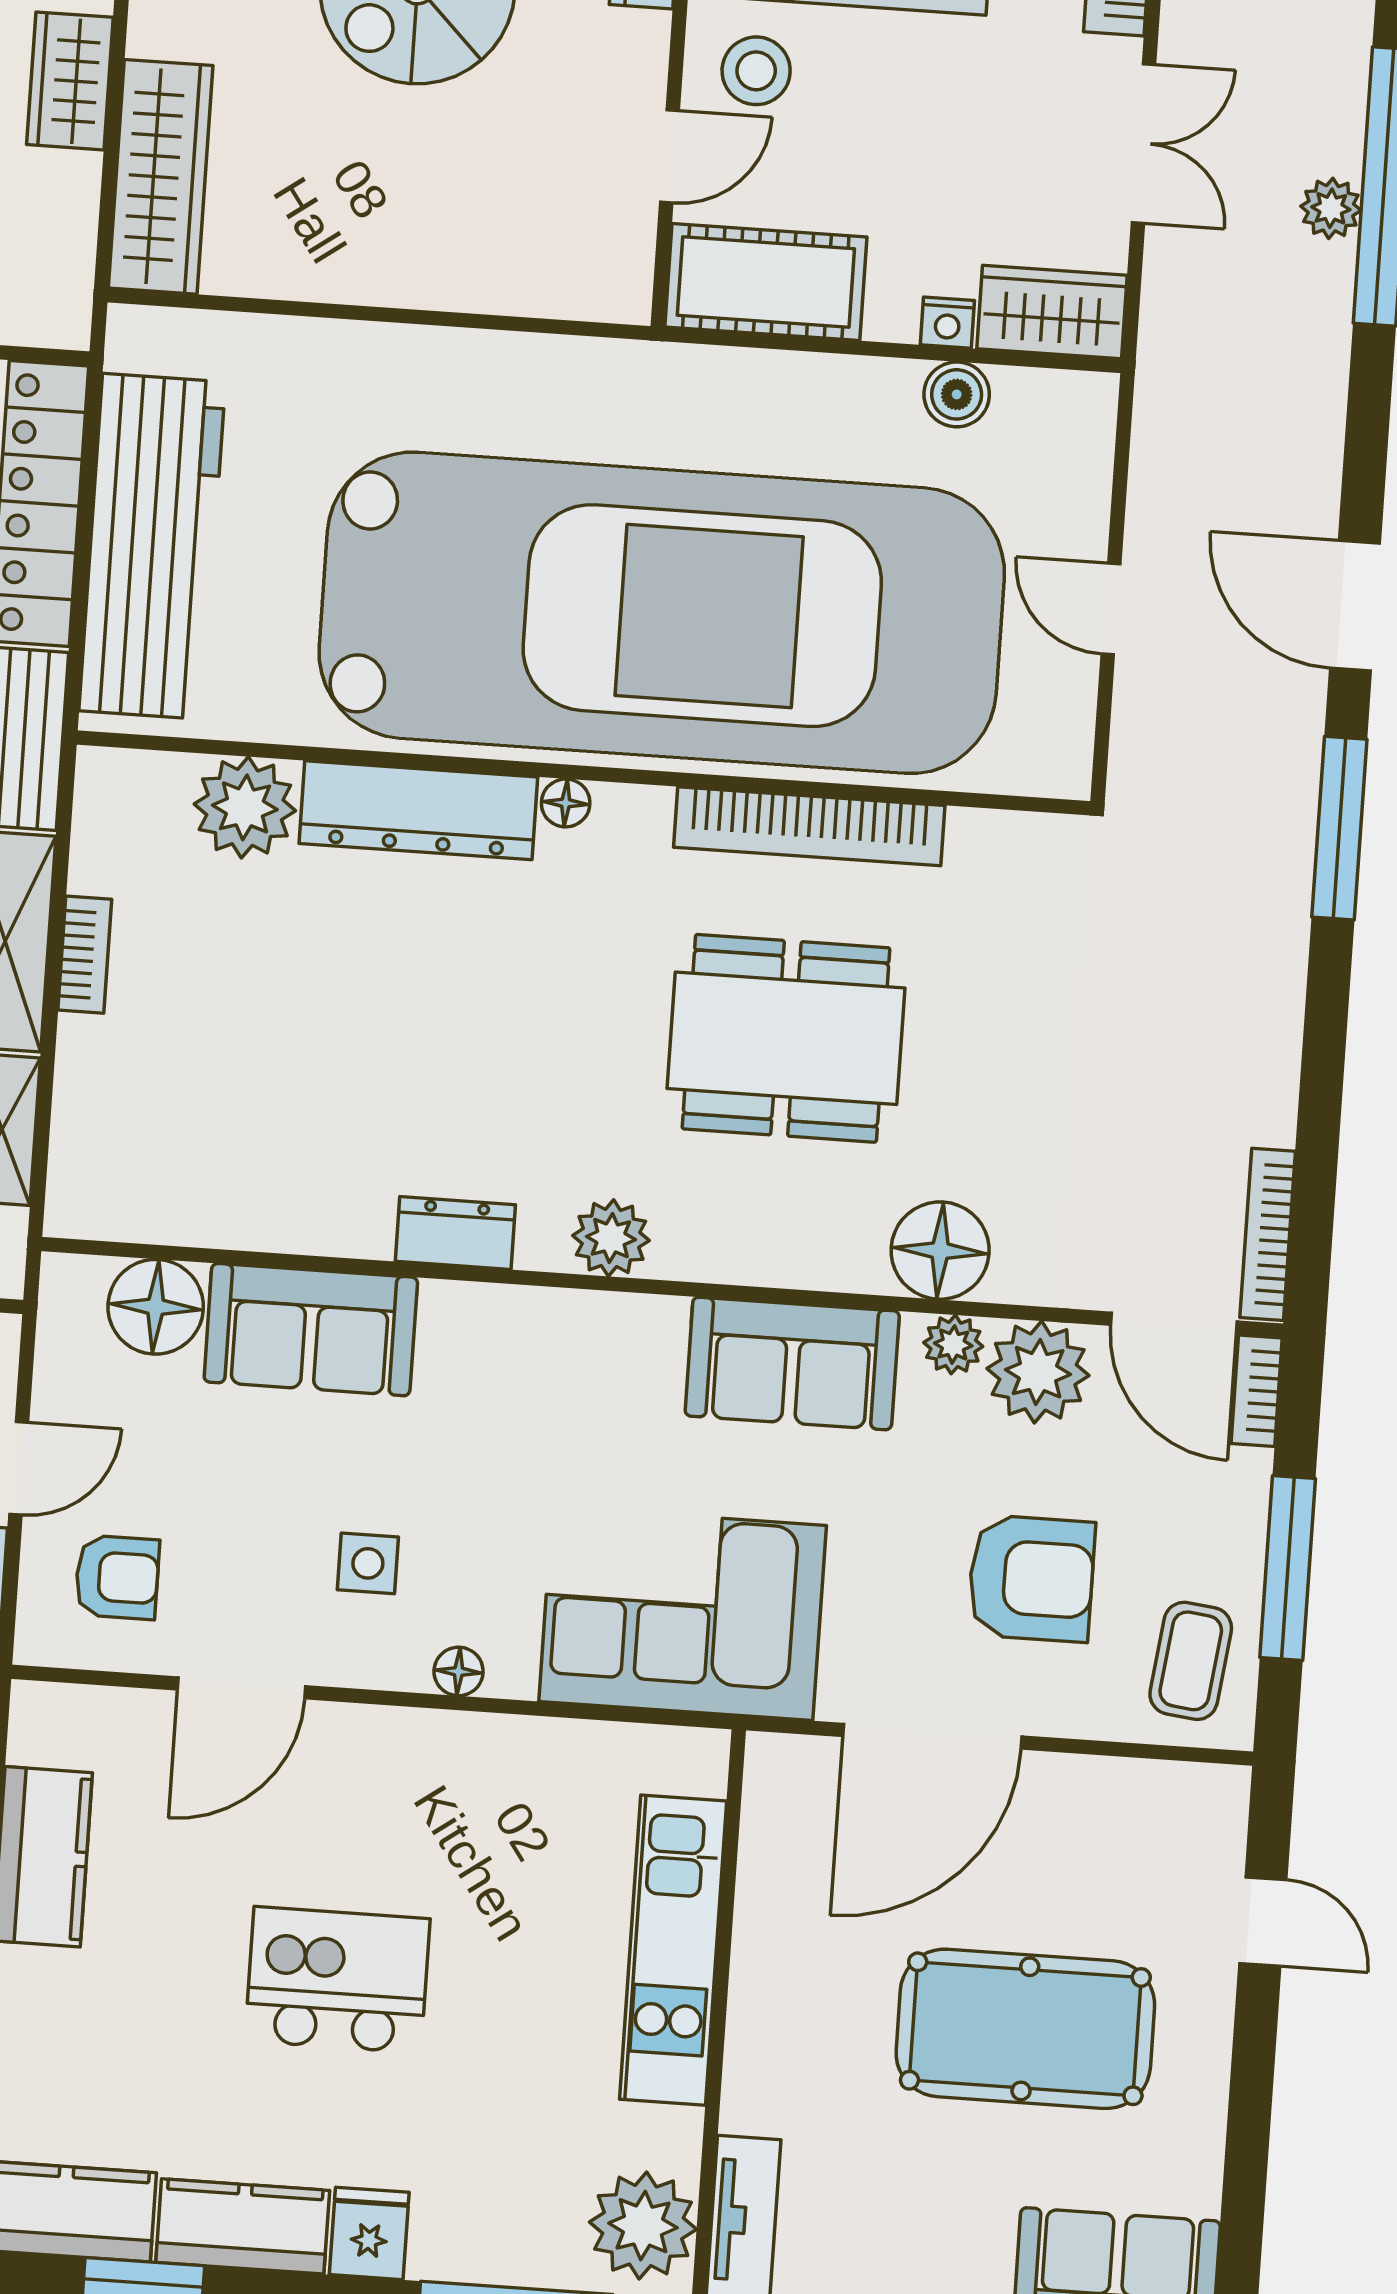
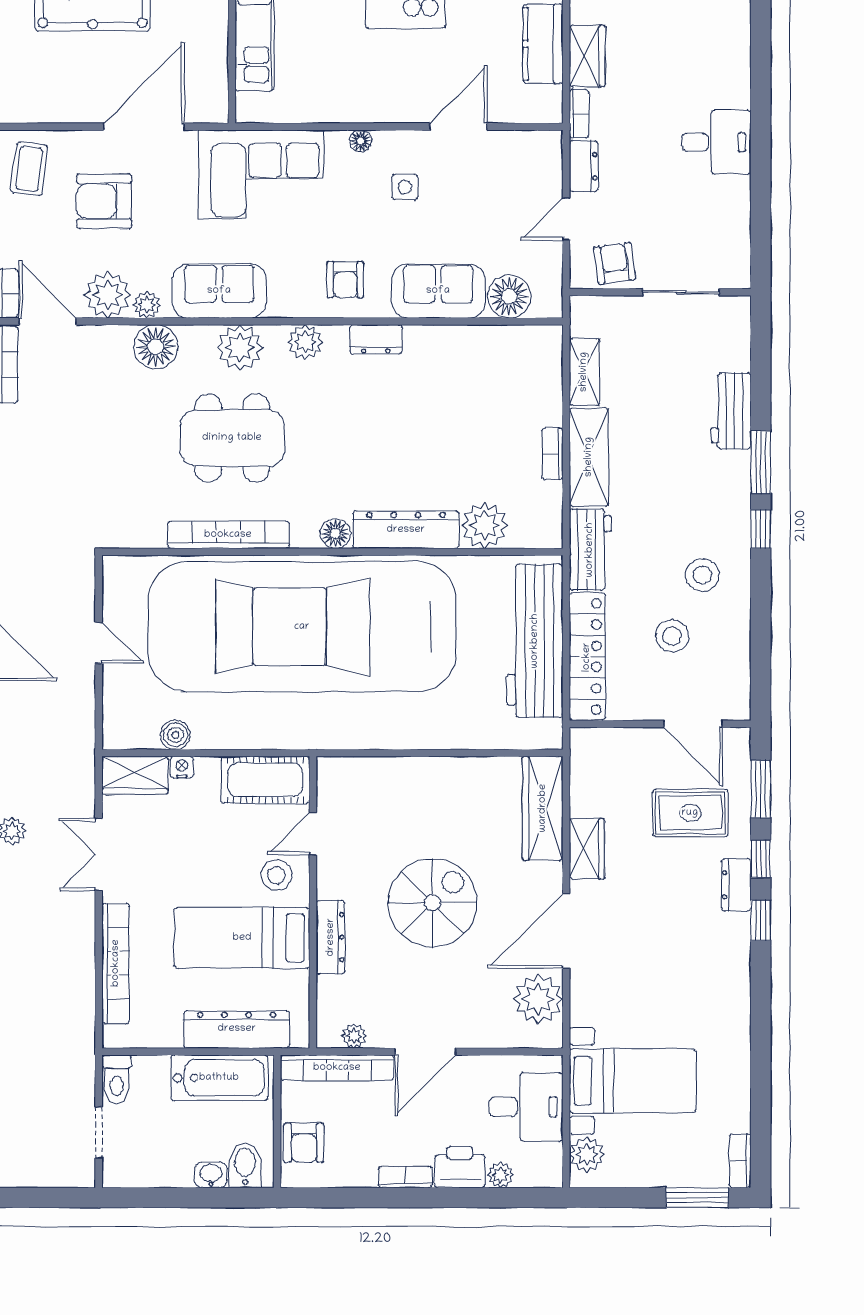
floor lamp: (566, 803) -> (335, 534), width x1.37, depth x1.37
plant: (755, 1236) -> (240, 348), added
armchair: (117, 1577) -> (345, 280), moved, turned -90

